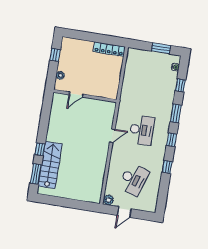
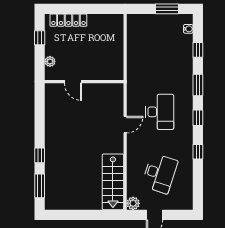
locker: (109, 49) -> (68, 20), moved
door: (76, 94) -> (73, 82), hinge flipped
stairs: (50, 165) -> (113, 182), moved, turned 180

